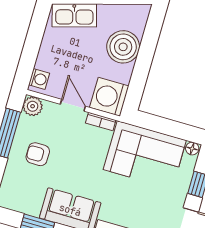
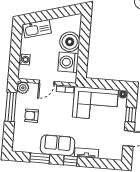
washing machine: (39, 79) -> (24, 59), moved
washing machine: (109, 97) -> (68, 62), moved
door: (73, 105) -> (47, 82), swing flipped

